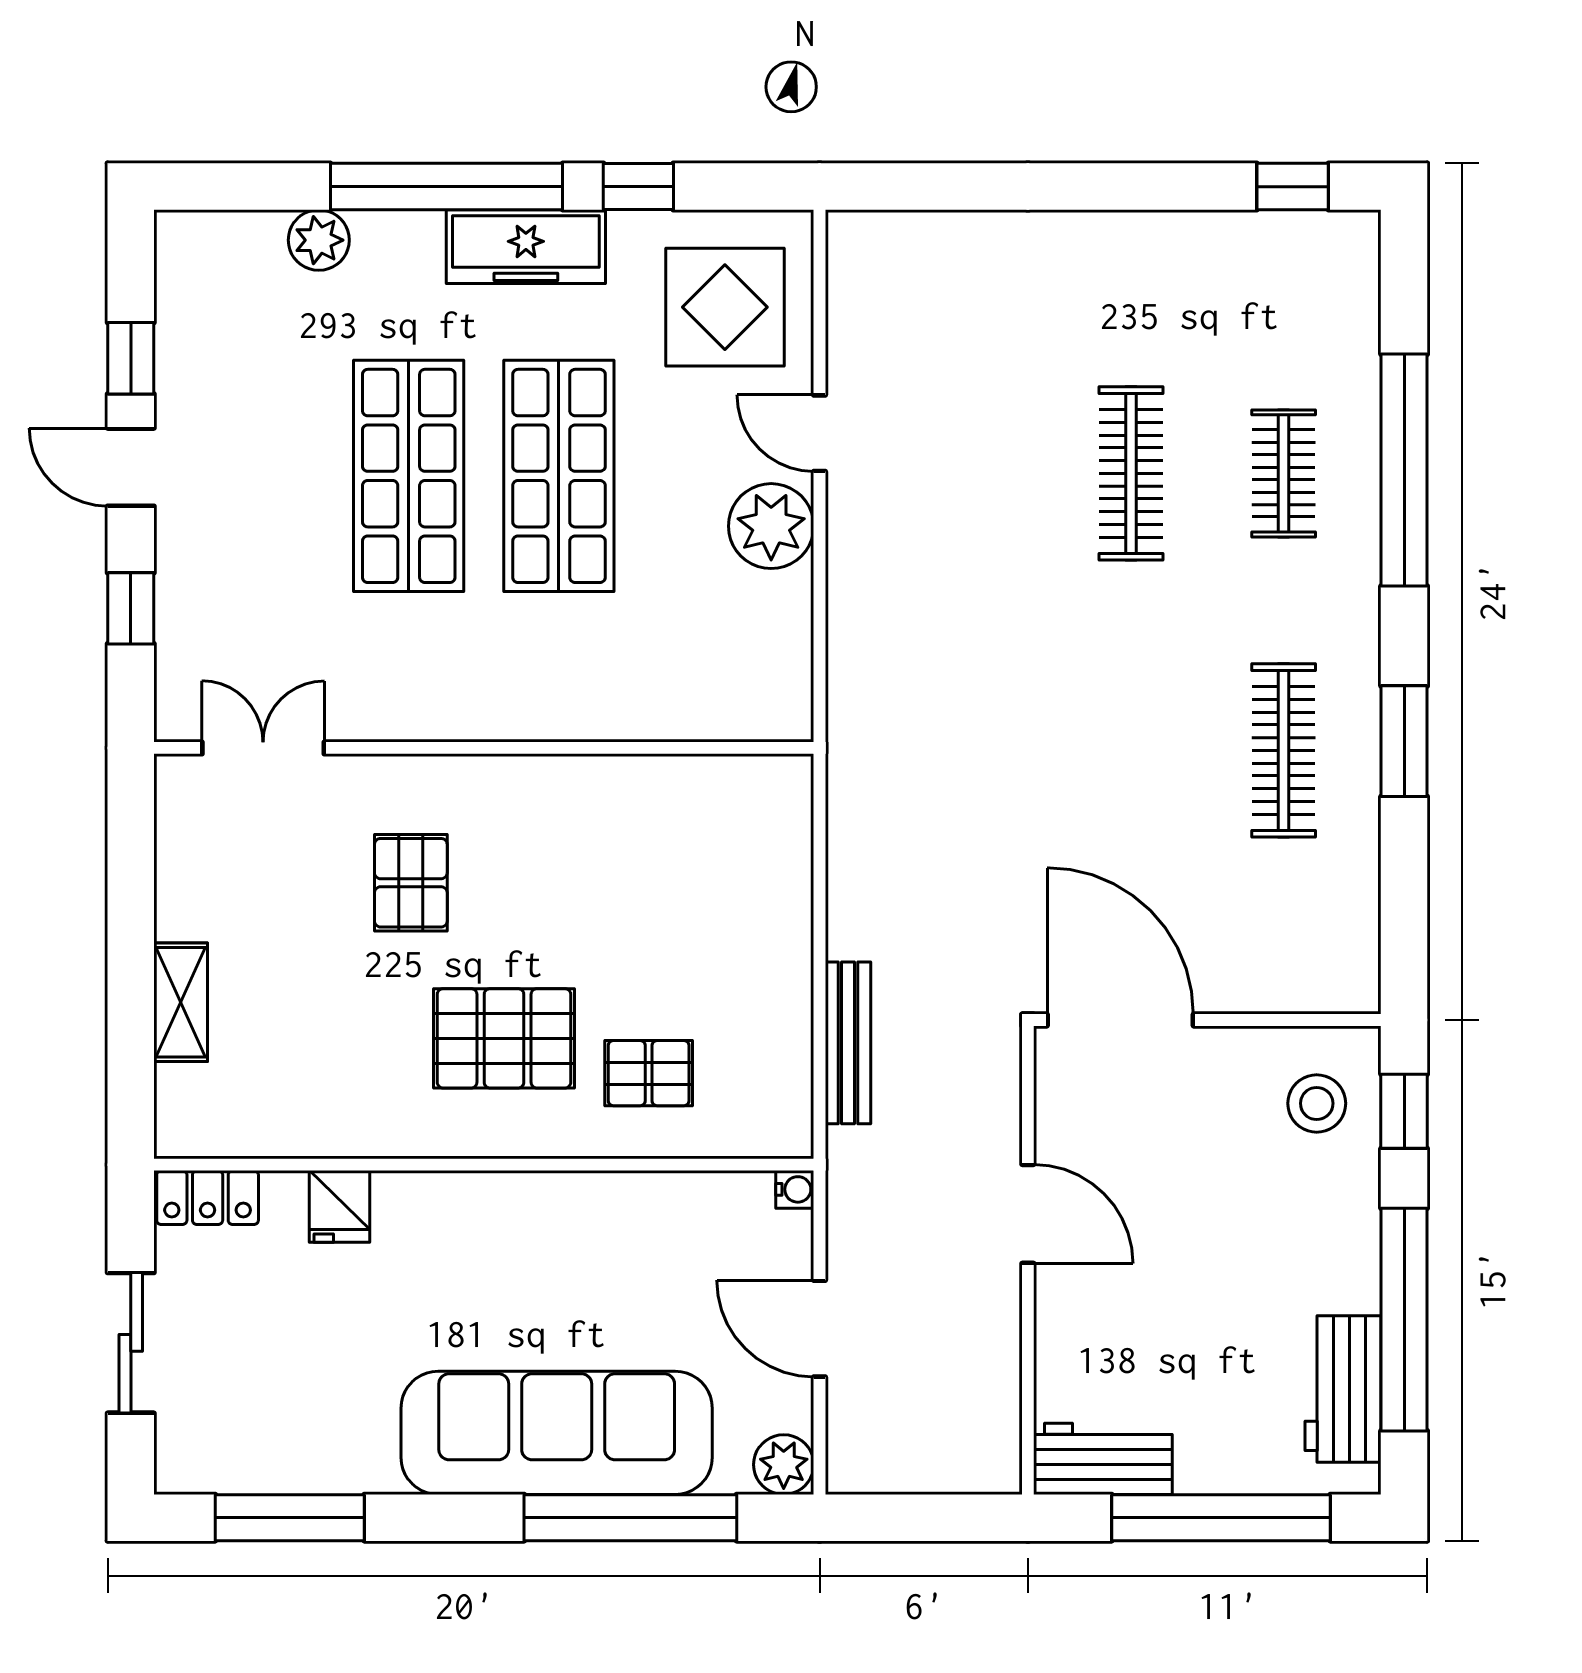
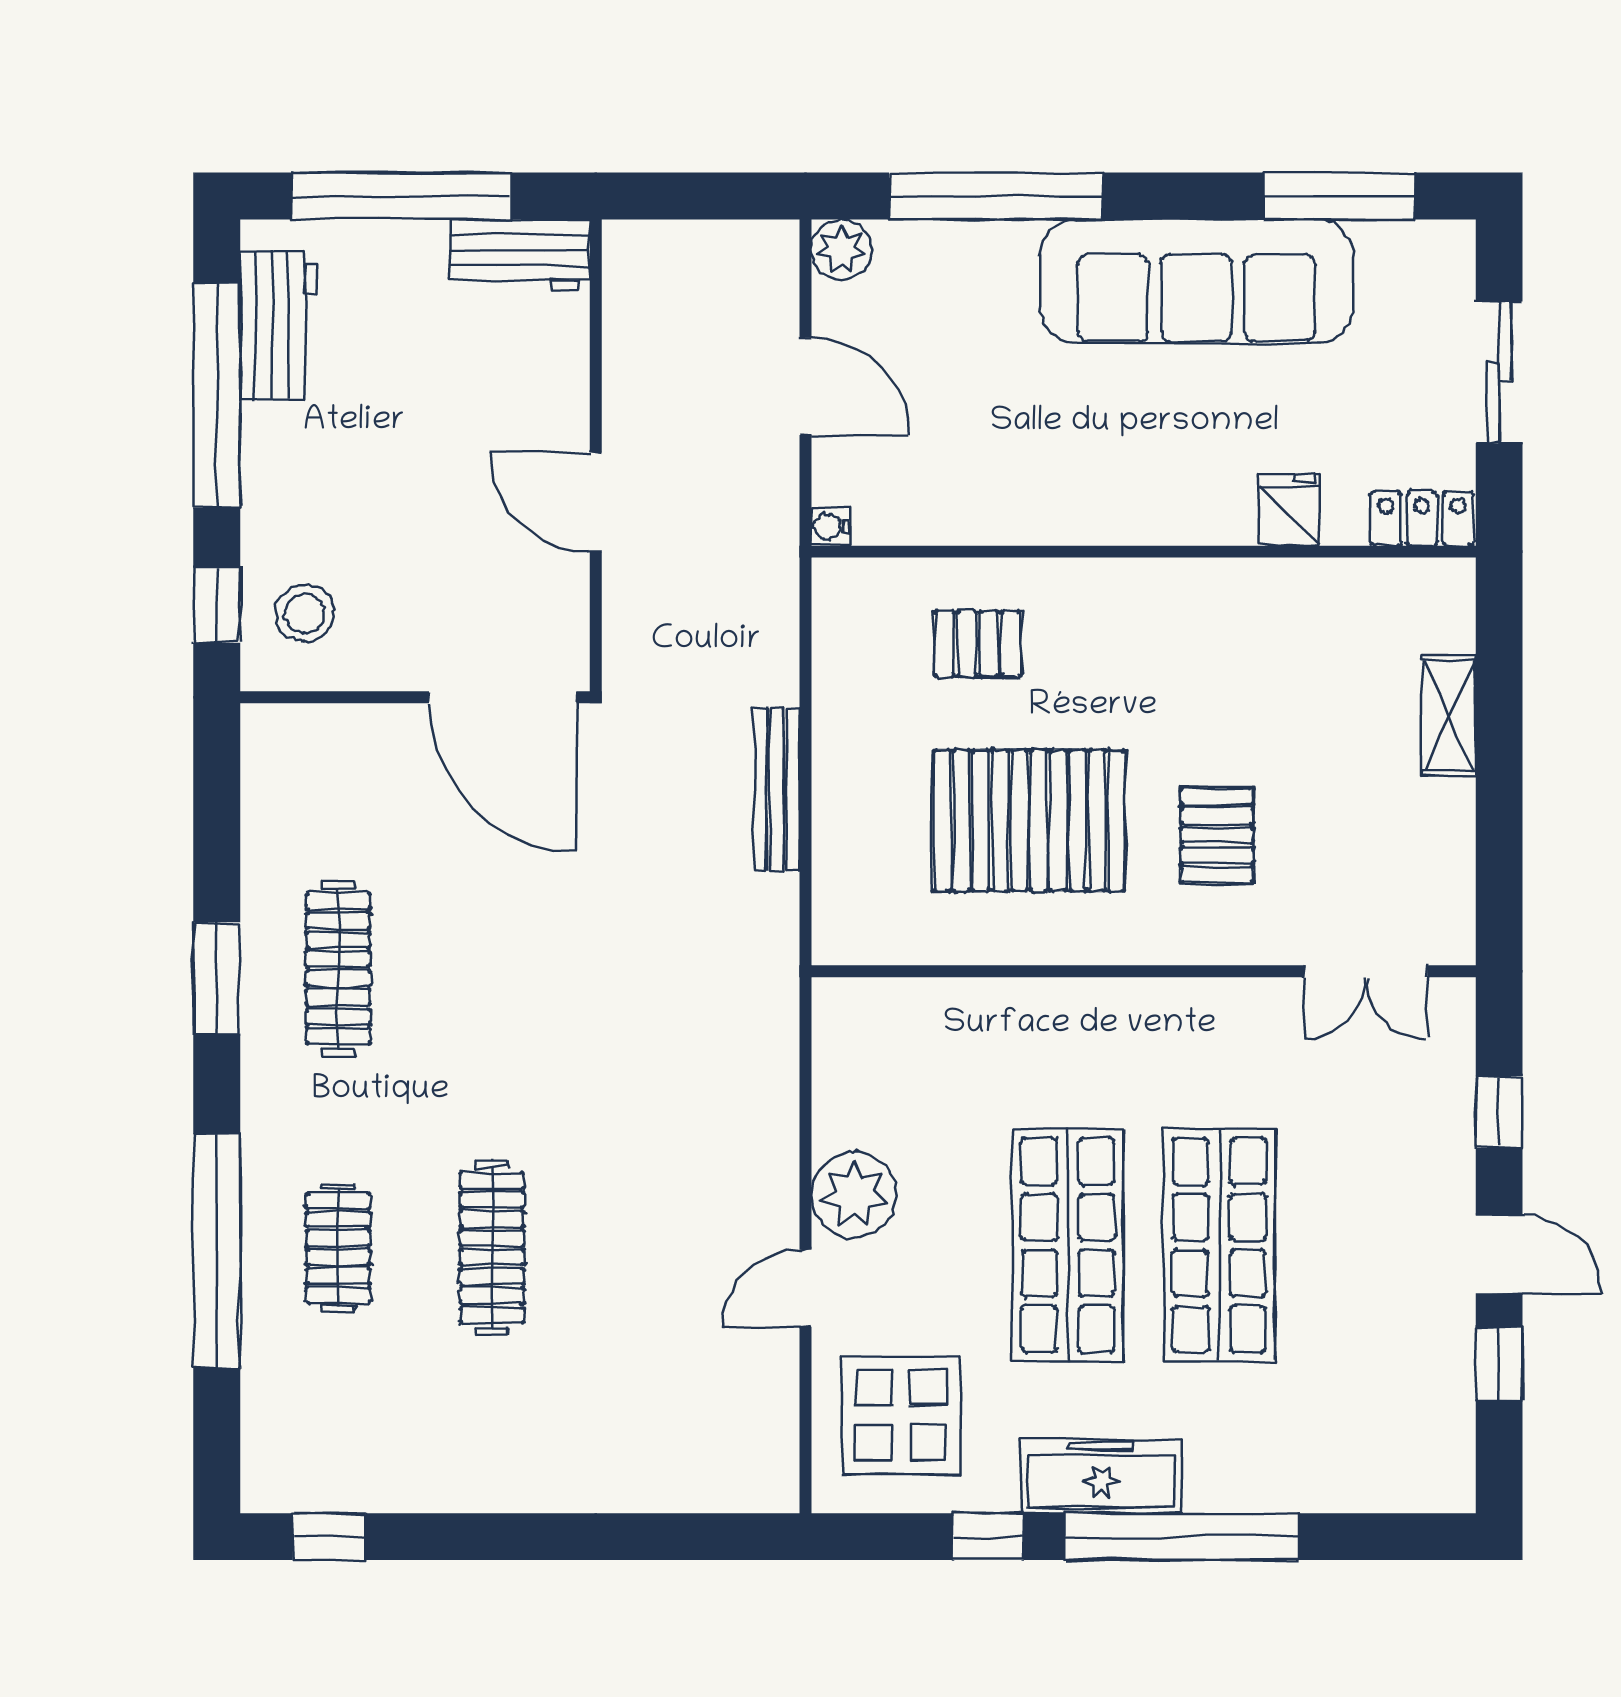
plant: (319, 240) -> (1310, 1483), removed
door: (820, 433) -> (806, 1288), swing flipped
pallet: (504, 1038) -> (1029, 821), moved, width x1.37, depth x1.41
bench: (848, 1043) -> (777, 789), moved
sofa: (557, 1433) -> (1196, 282), moved

